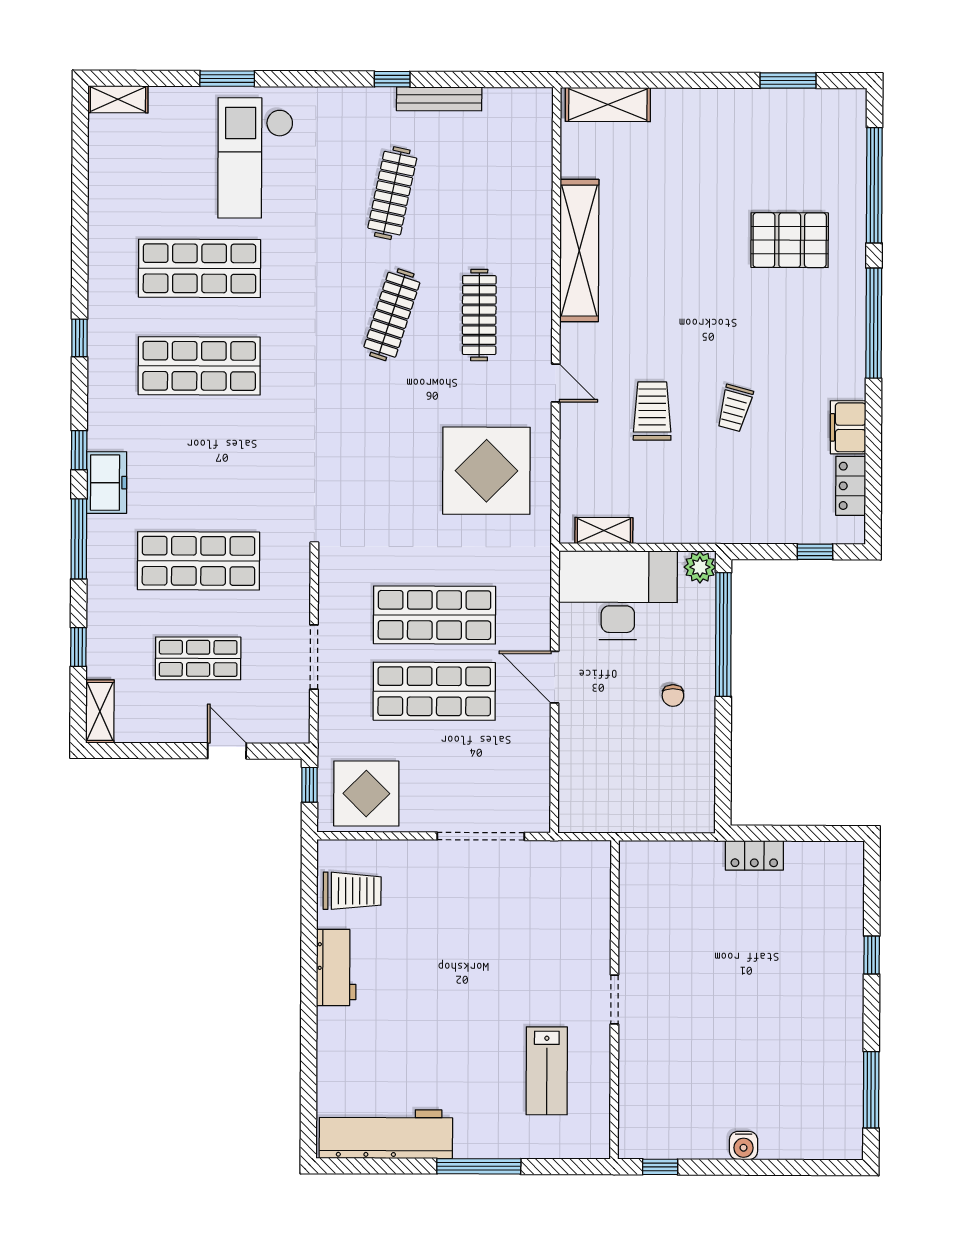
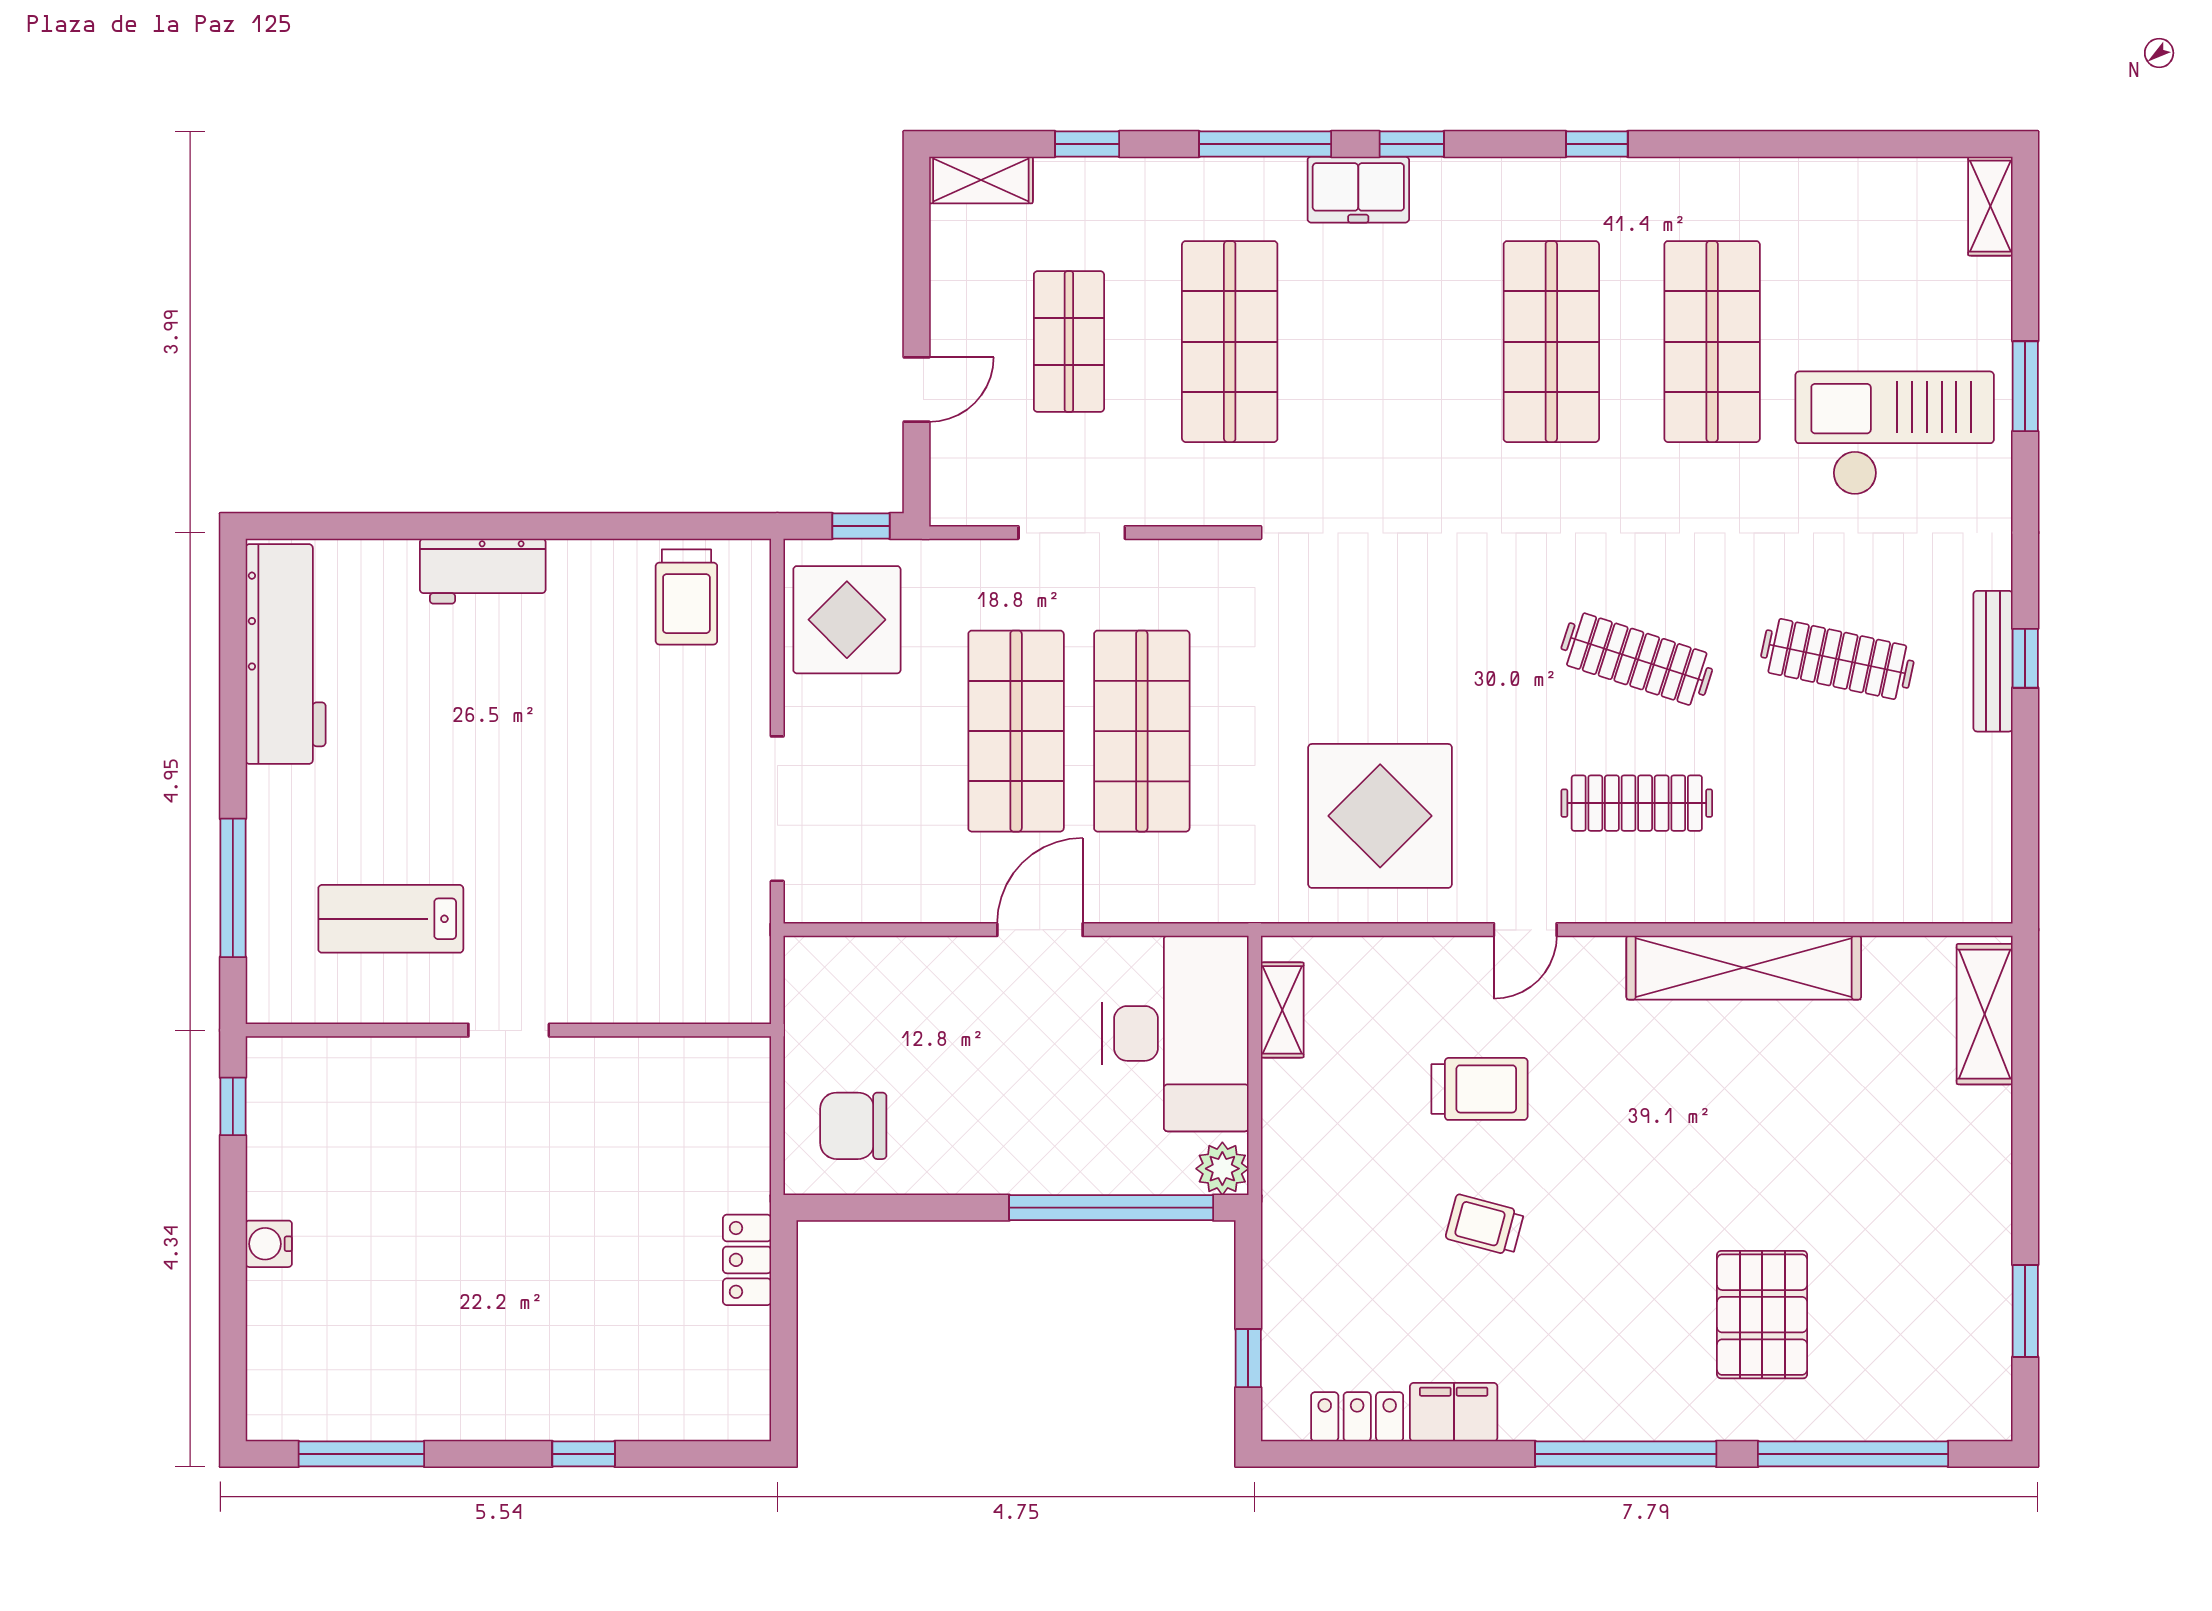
bench: (439, 99) -> (1993, 661), moved
chair: (673, 696) -> (853, 1126), moved, width x1.87, depth x1.87
workbench: (336, 968) -> (483, 571), moved
window: (479, 1166) -> (233, 888), moved

